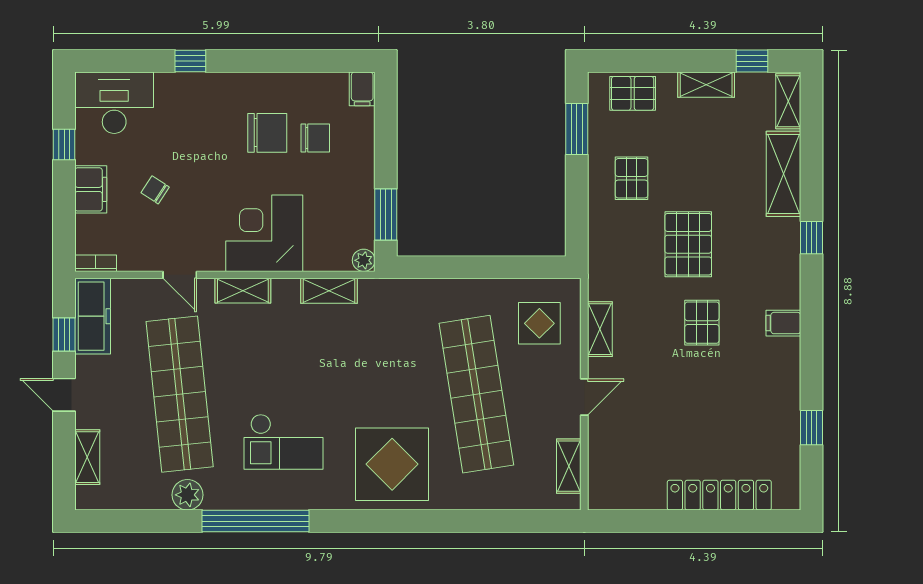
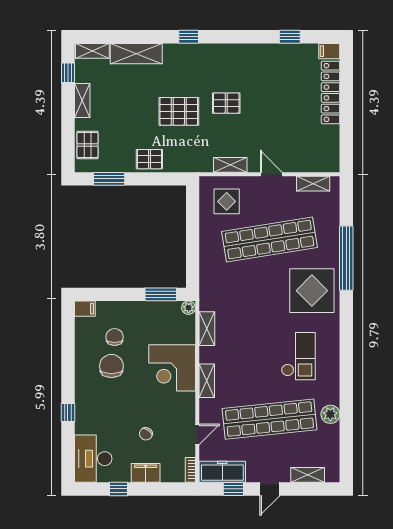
pallet: (632, 178) -> (149, 159), moved
window: (812, 238) -> (189, 37), moved
door: (180, 275) -> (197, 434), moved
filing cabinet: (783, 323) -> (329, 51), moved, turned 90
window: (256, 521) -> (346, 258), moved

